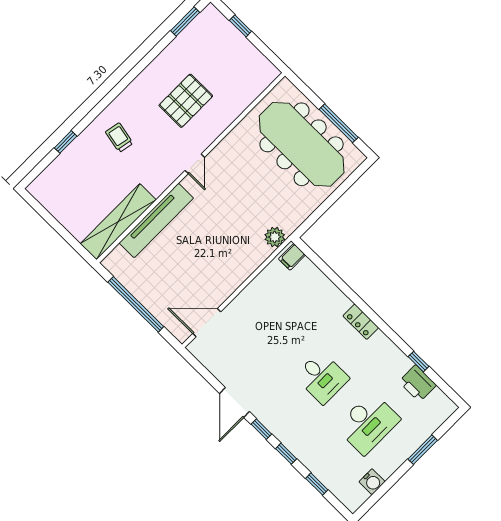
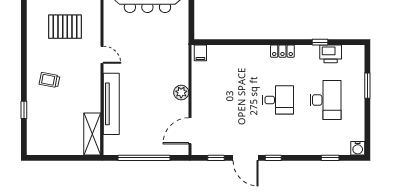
pallet: (186, 101) -> (65, 27), turned 90
shelving: (118, 222) -> (92, 134), width x0.68
plant: (275, 237) -> (181, 93), moved
locker: (361, 322) -> (282, 51), moved
window: (286, 454) -> (216, 158), moved
water cooler: (372, 482) -> (358, 148), moved, turned 90

